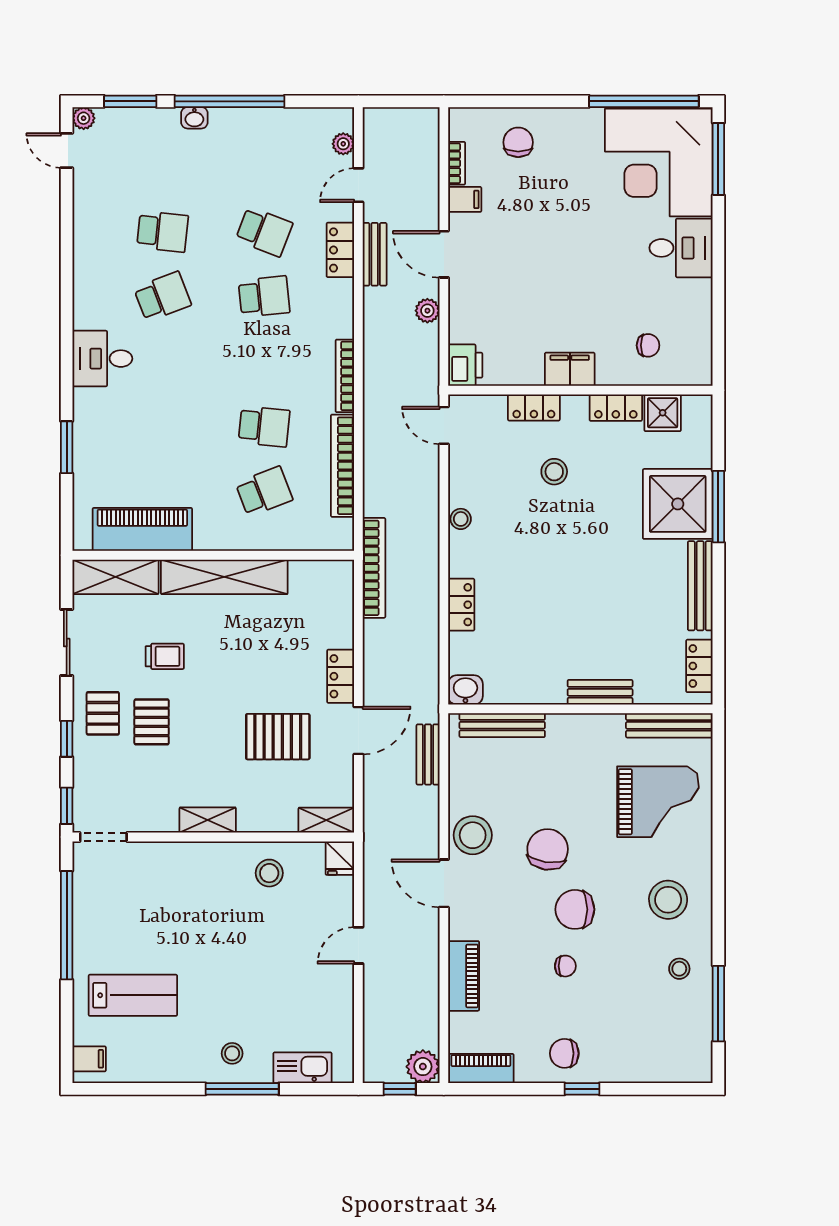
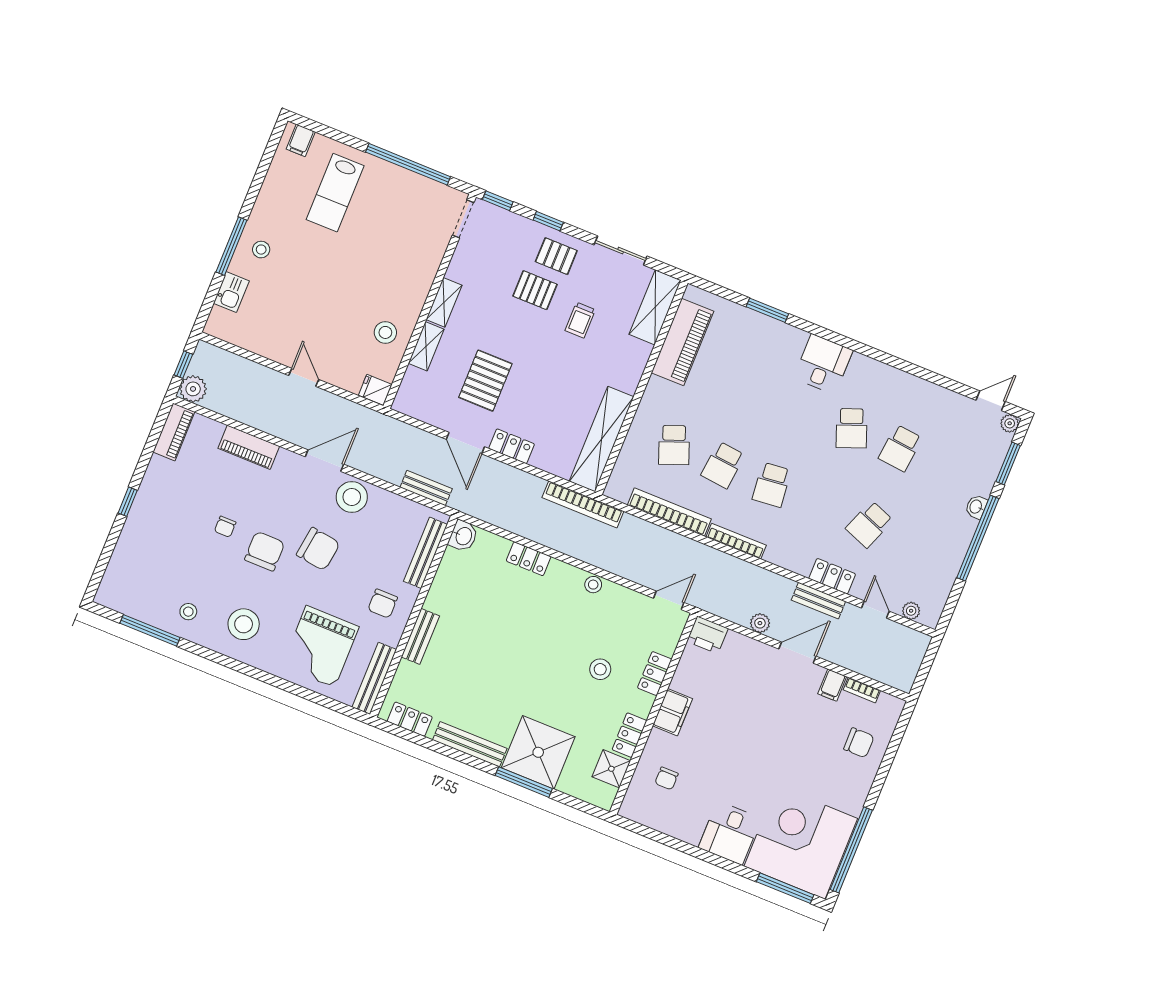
school desk: (264, 297) -> (772, 485), moved
shelving: (224, 577) -> (602, 439), moved
shelving: (326, 820) -> (426, 346), moved
chair: (564, 1053) -> (383, 604), moved, turned 180
kitchen sink: (303, 1068) -> (231, 292), width x0.73

